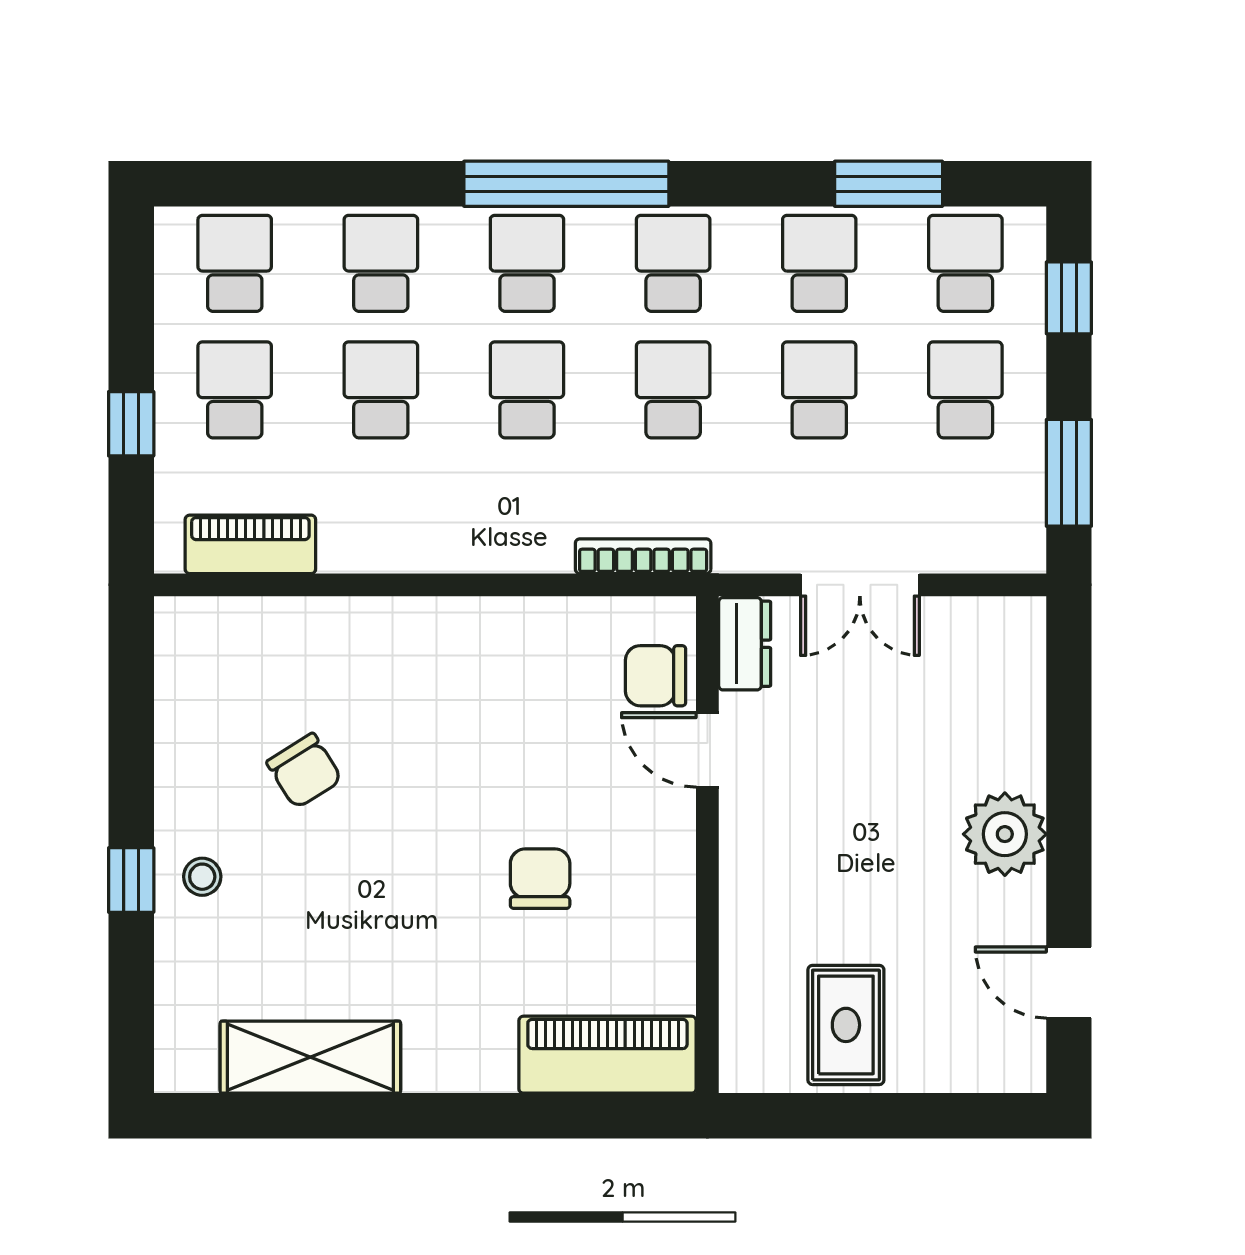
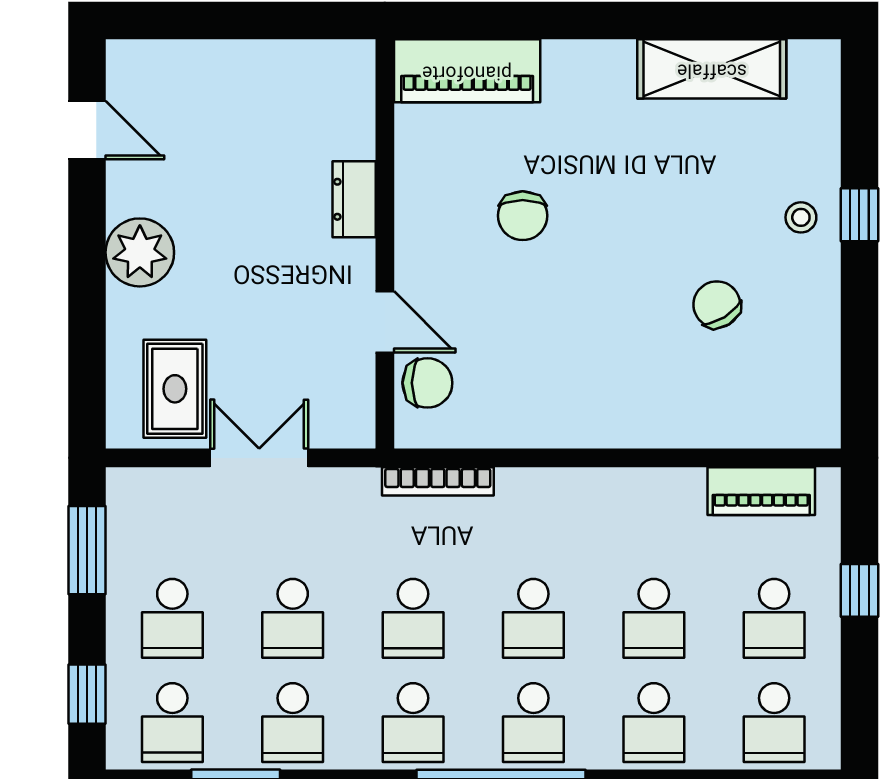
dresser: (745, 644) -> (354, 199), moved
rug: (846, 1025) -> (175, 389), moved

